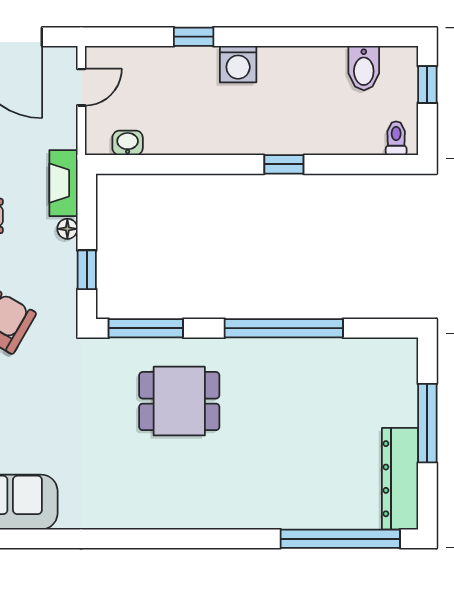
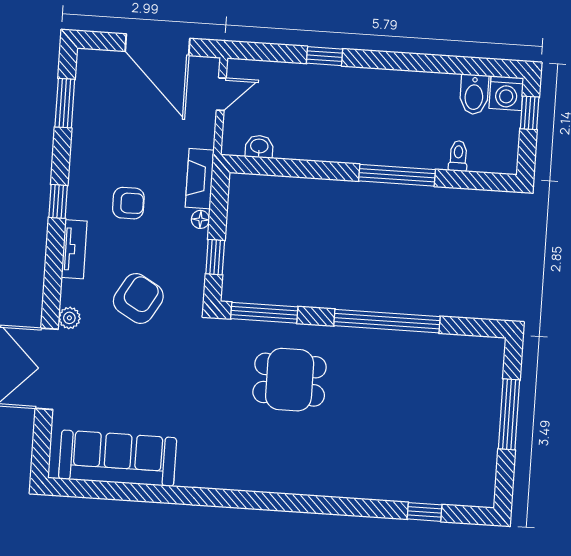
washing machine: (238, 64) -> (506, 93), moved
toilet: (396, 138) -> (458, 156), moved
window: (284, 164) -> (397, 175), width x2.17
dresser: (400, 479) -> (481, 462), removed
window: (340, 539) -> (425, 512), width x0.32

